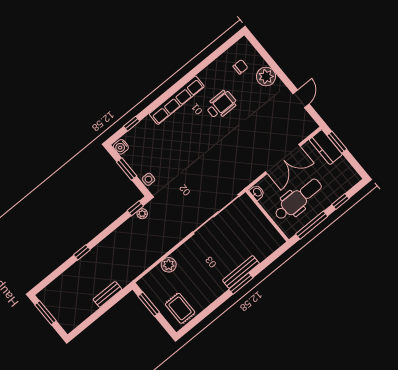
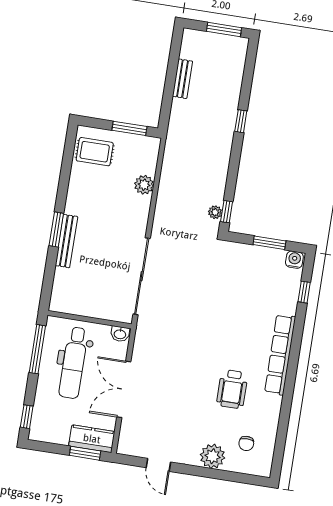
side table: (148, 179) -> (239, 252), removed
window: (340, 202) -> (27, 417), moved
bench: (107, 294) -> (182, 79), moved

